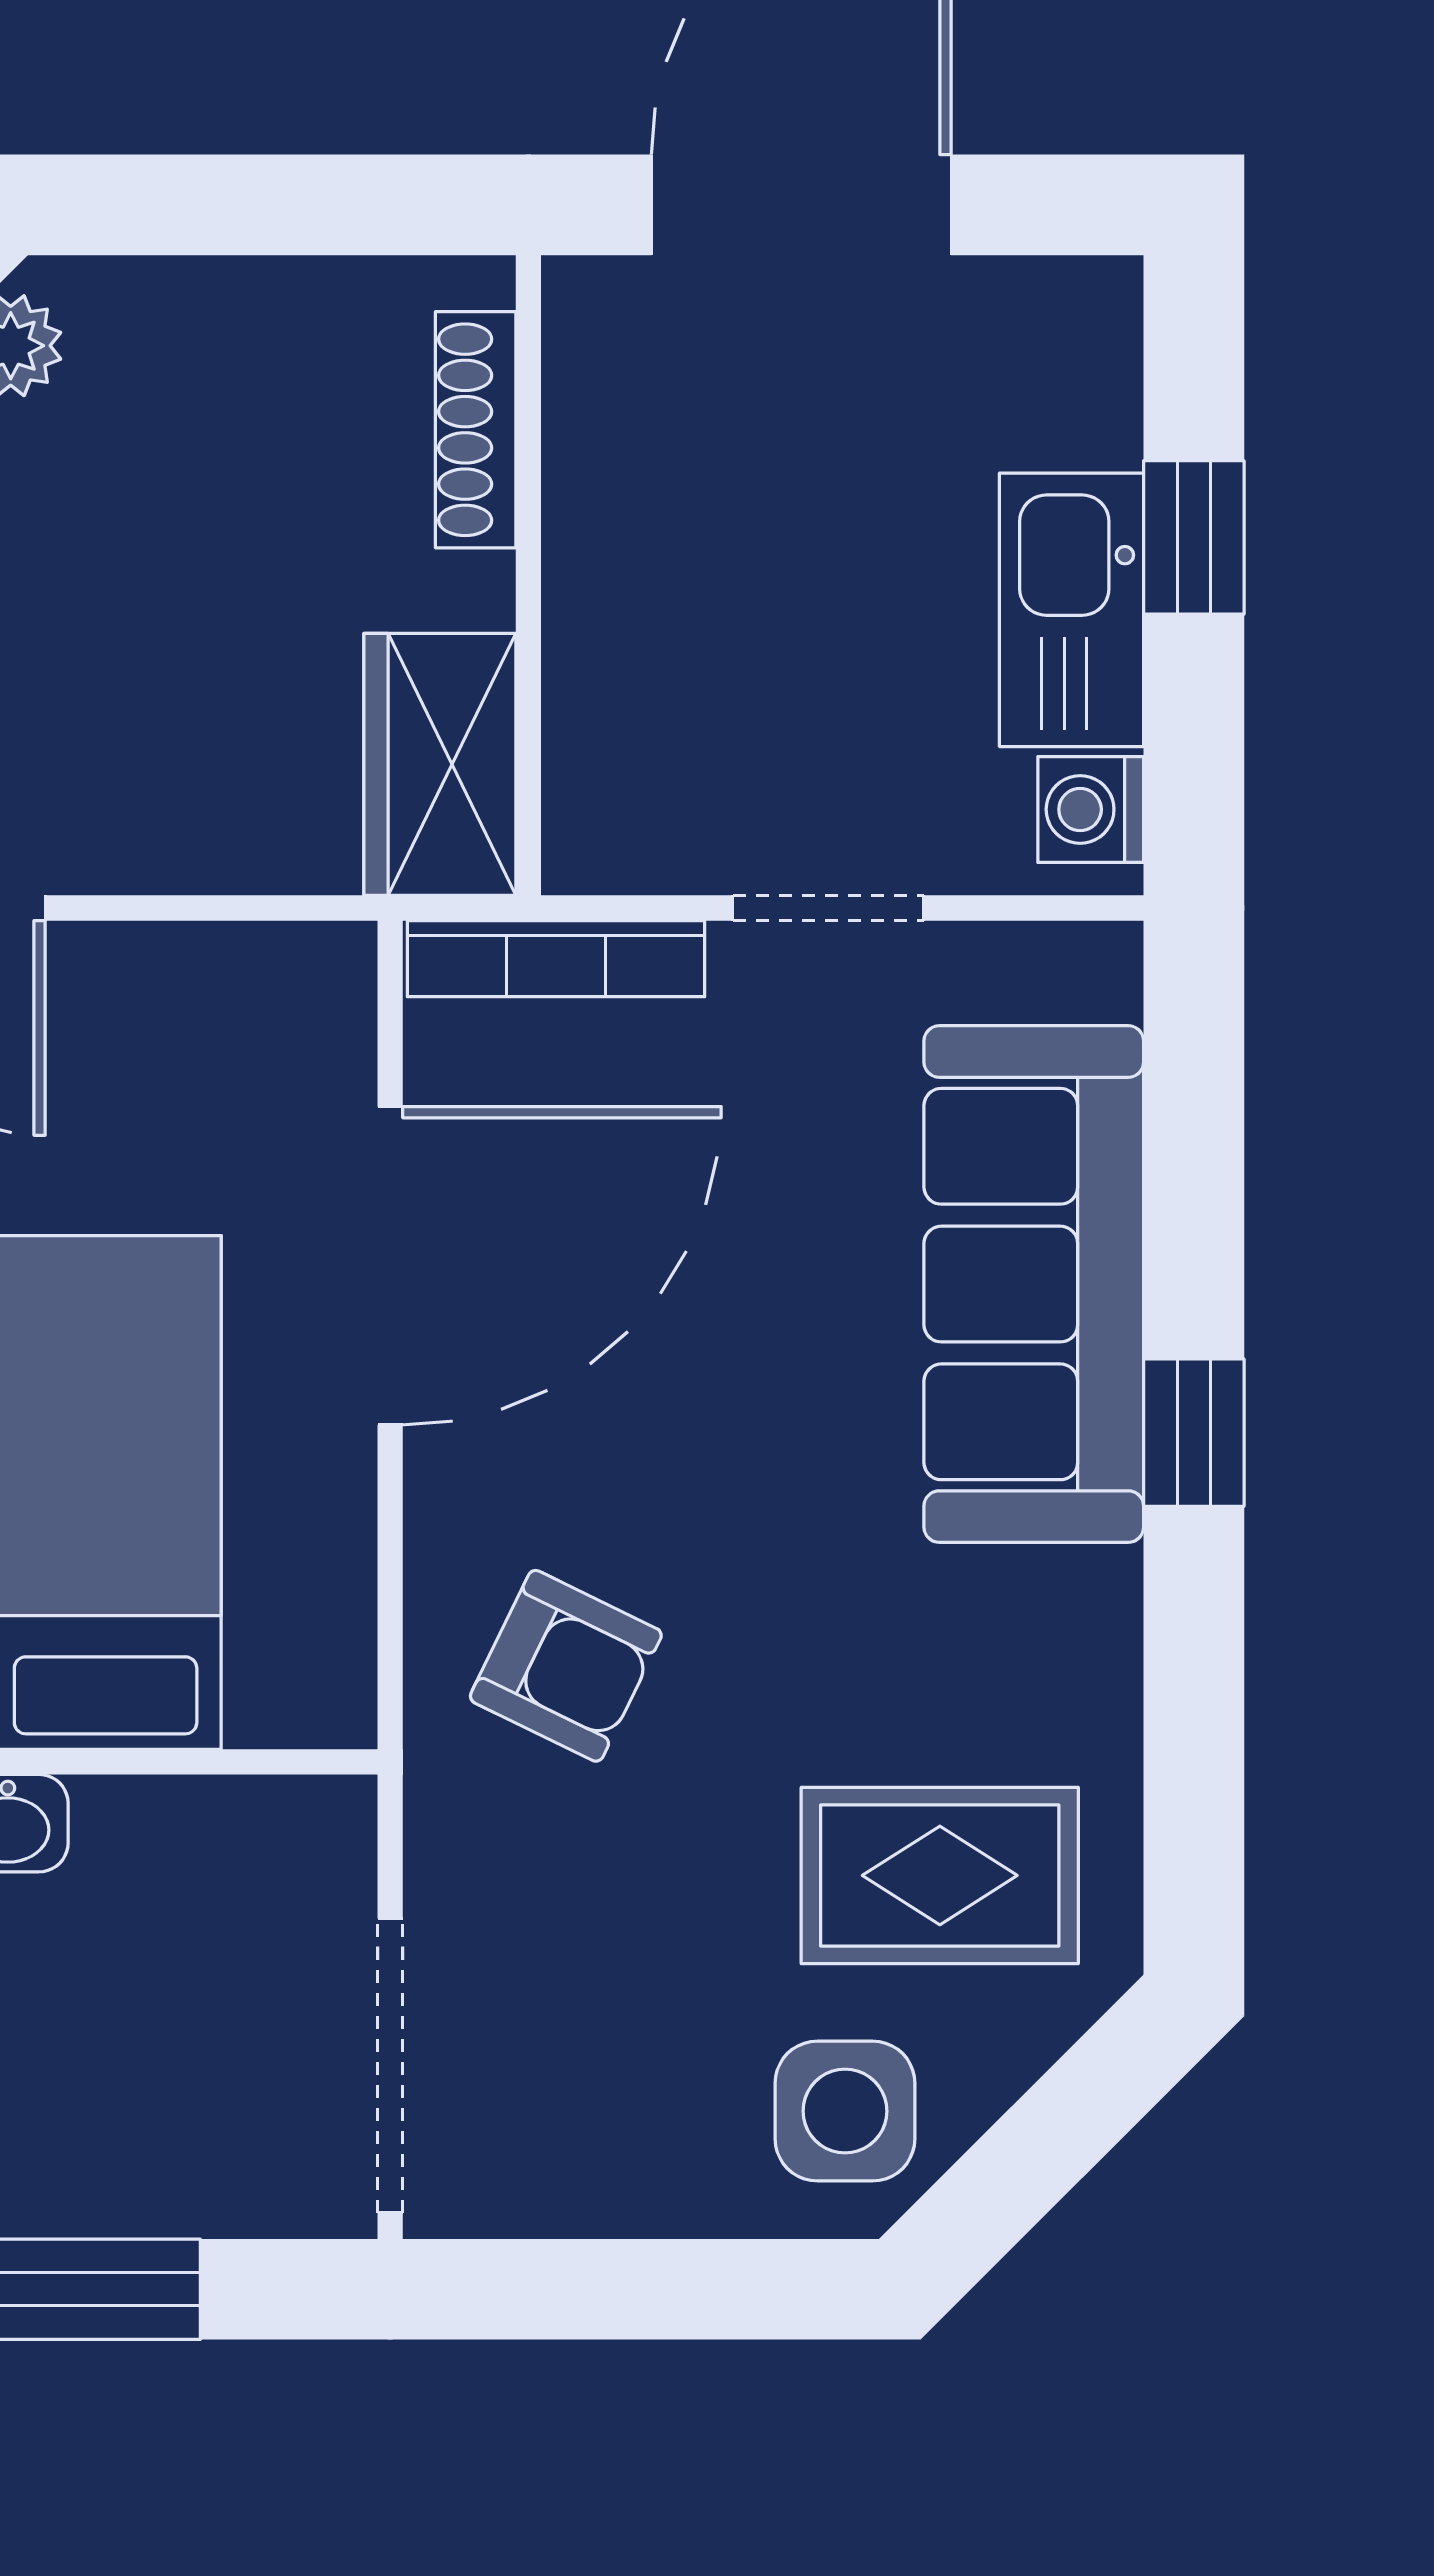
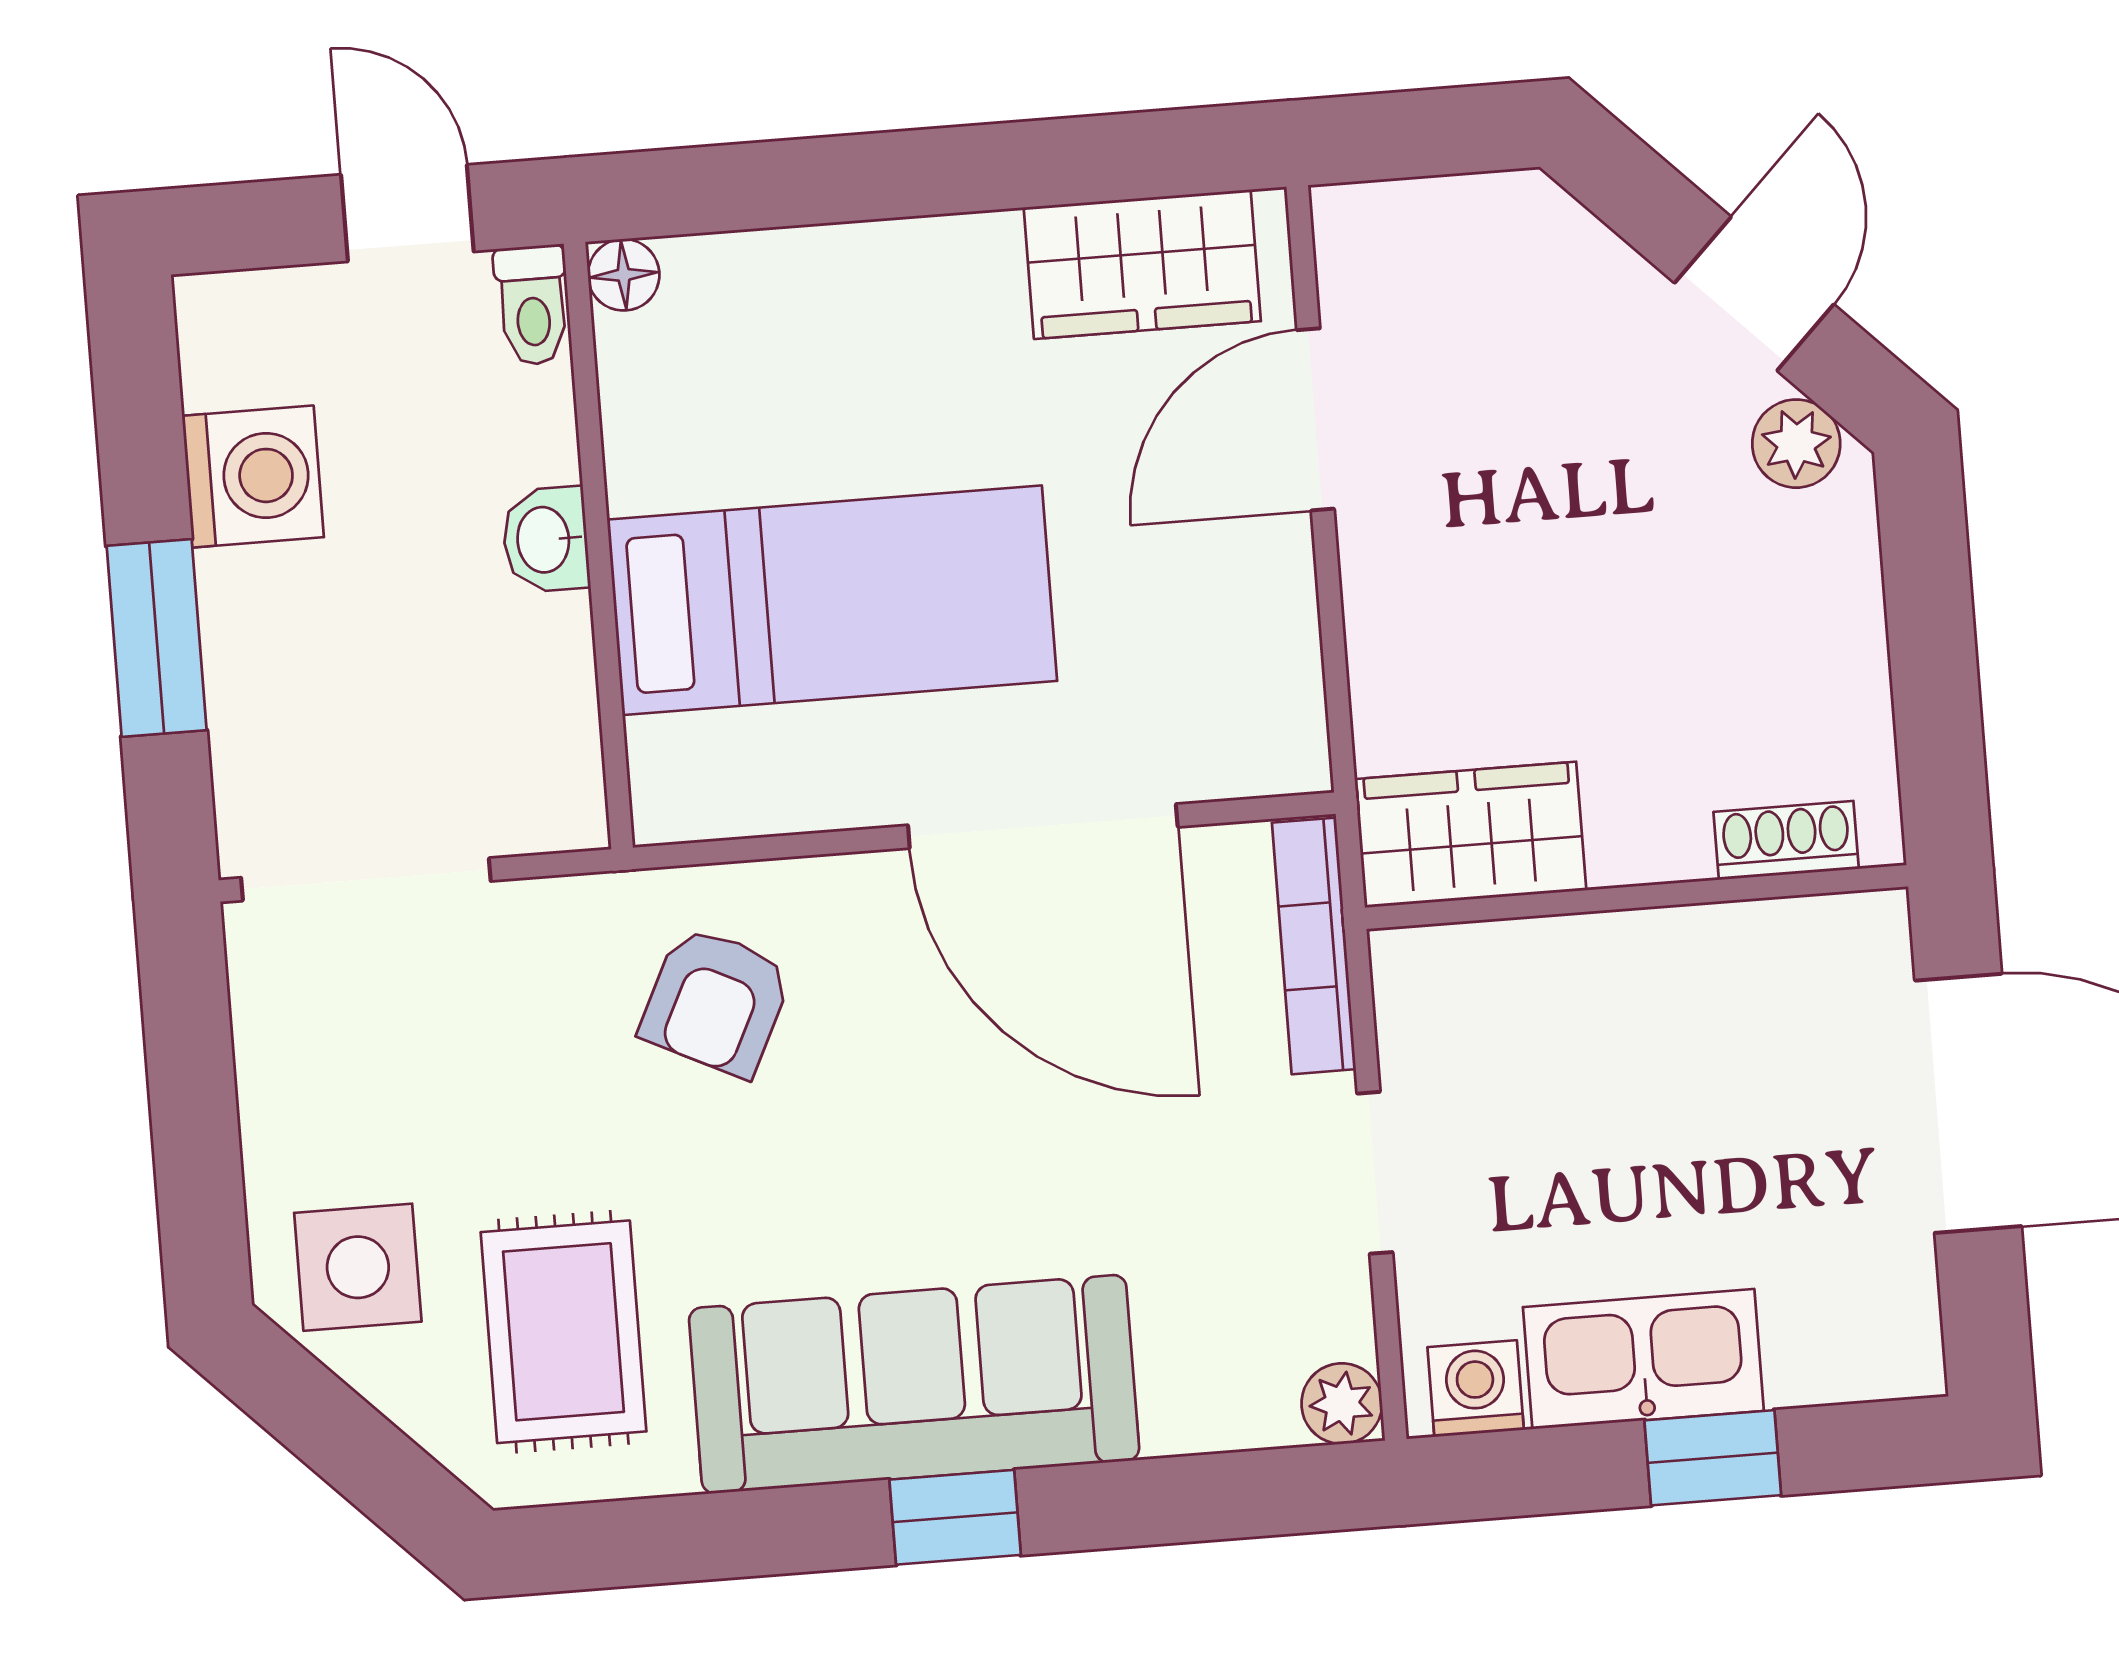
shoe rack: (476, 430) -> (1786, 840), width x0.70
plant: (1096, 968) -> (1342, 1404), added
sofa: (1034, 1284) -> (914, 1384), moved

